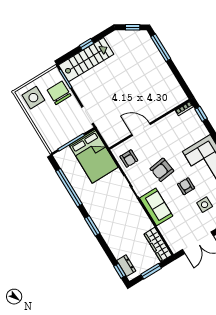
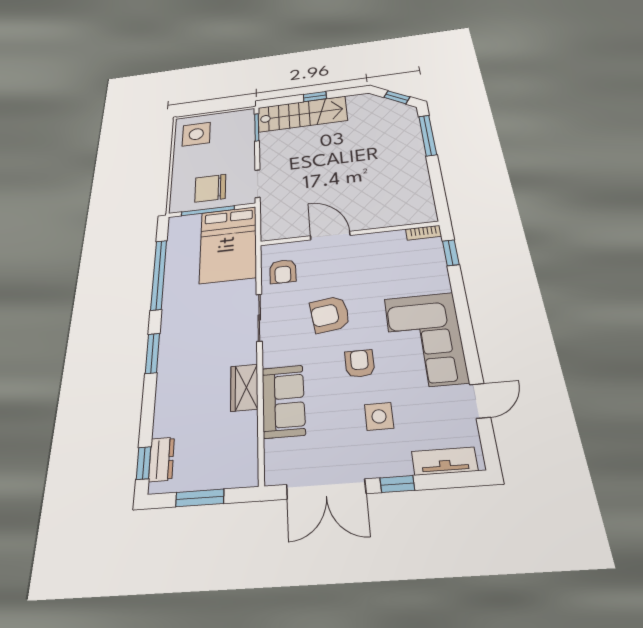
chair: (59, 93) -> (210, 188), moved, turned -90
sofa: (156, 207) -> (283, 401), moved
wardrobe: (158, 245) -> (244, 387), moved, width x0.67

